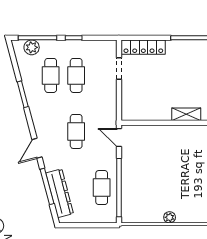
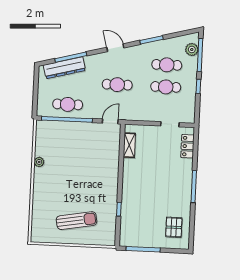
locker: (143, 47) -> (188, 146), width x0.66
shelving: (186, 114) -> (129, 145), moved
door: (37, 148) -> (115, 48), moved

